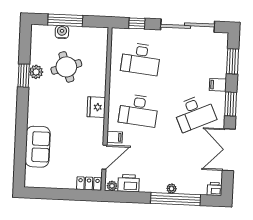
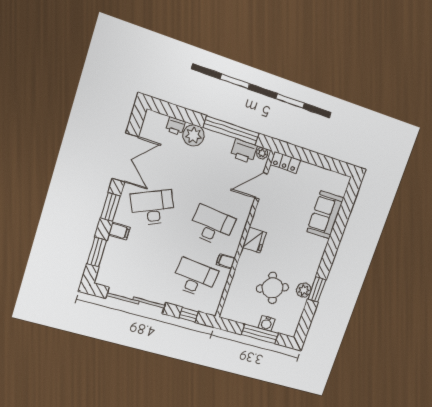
filing cabinet: (114, 137) -> (226, 261), moved
plant: (172, 189) -> (193, 135), width x1.87, depth x1.87
printer: (215, 189) -> (175, 126), moved
window: (176, 199) -> (231, 130), moved

